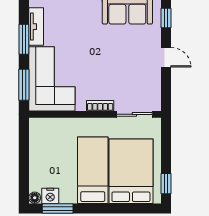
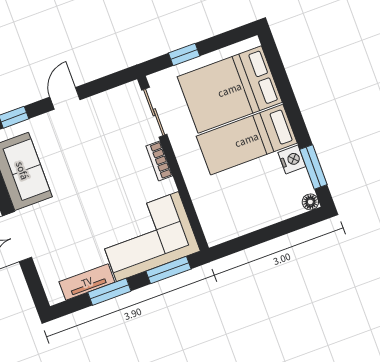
window: (166, 184) -> (184, 54), moved
nightstand: (50, 196) -> (292, 159), moved

